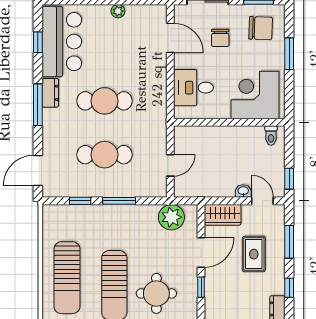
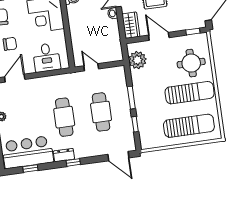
window: (38, 105) -> (73, 162), width x0.46
door: (170, 165) -> (91, 67), moved
window: (201, 287) -> (193, 32), moved

